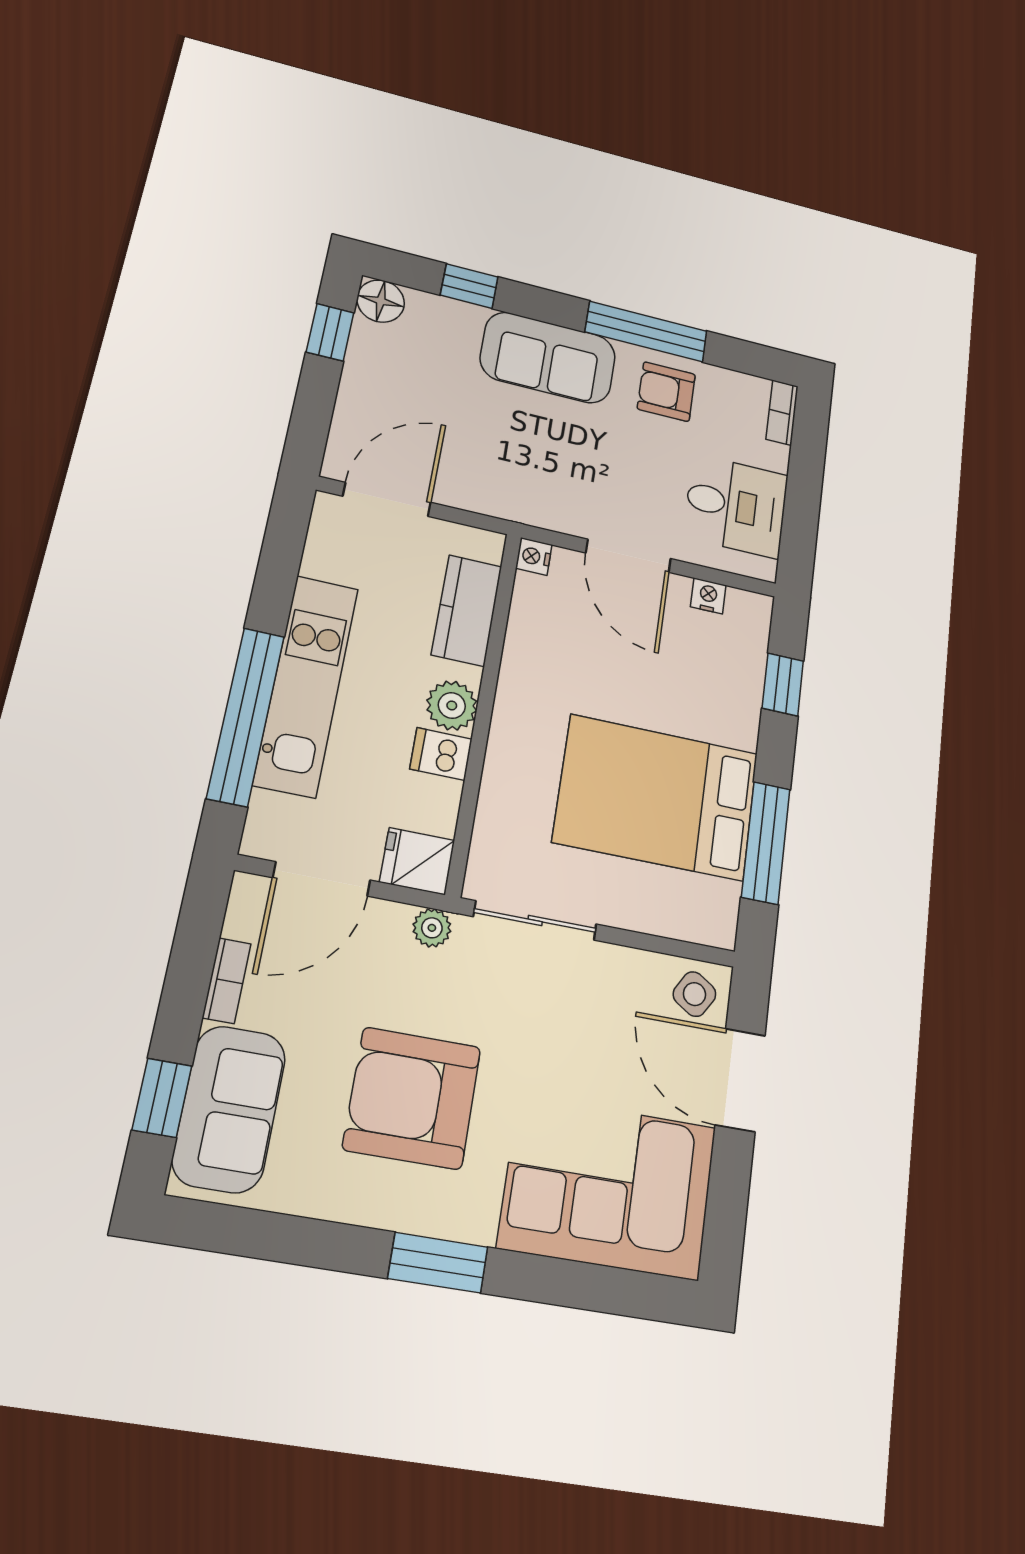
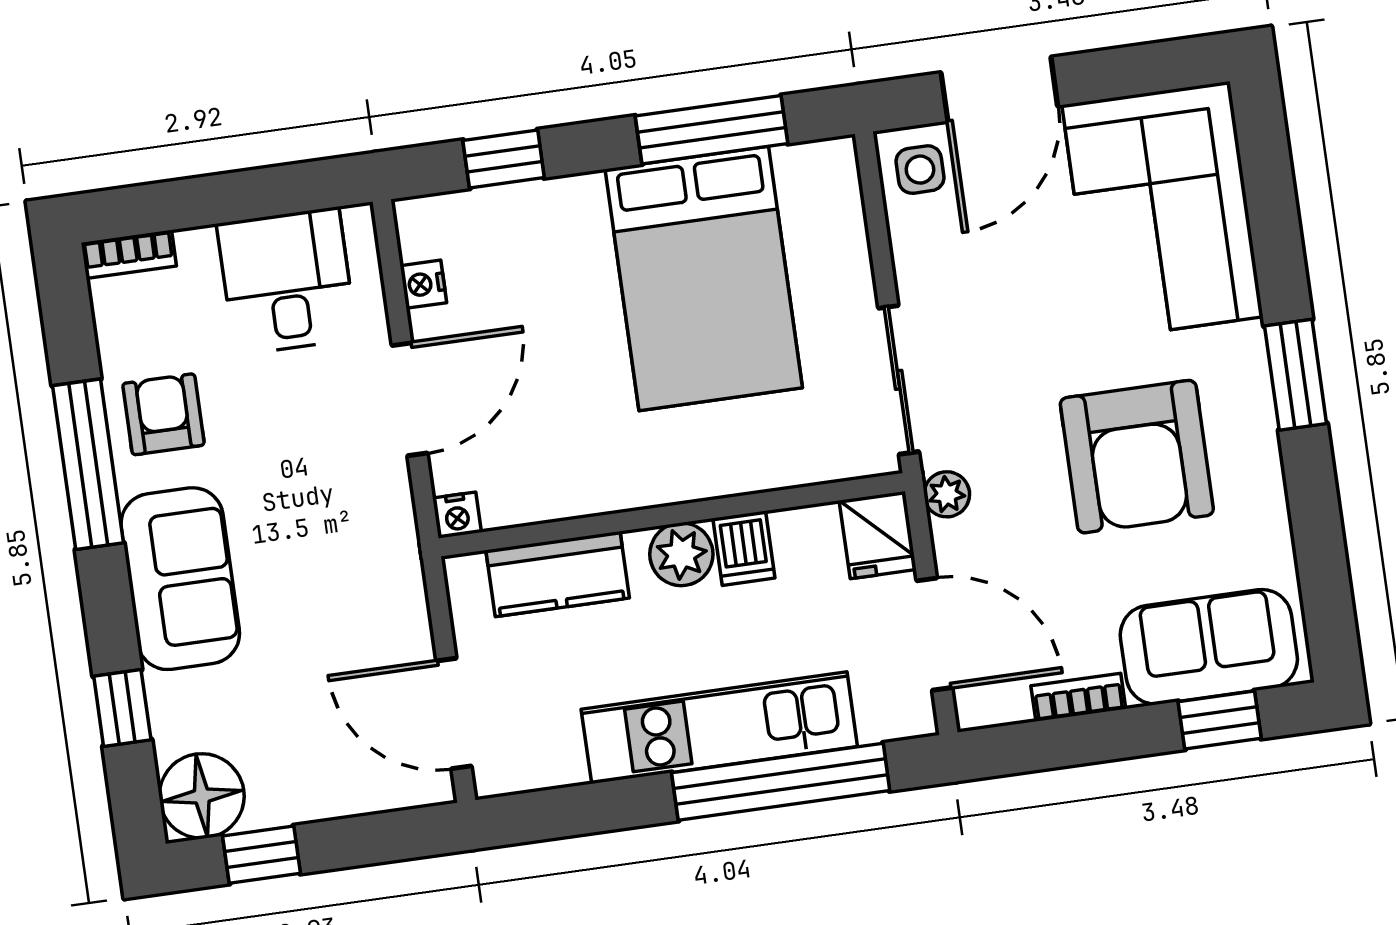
floor lamp: (381, 301) -> (202, 796), width x1.38, depth x1.38
armchair: (666, 392) -> (163, 414), turned 180
side table: (694, 994) -> (920, 170), turned -32

